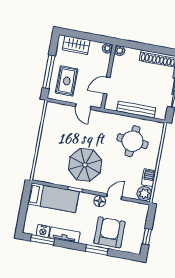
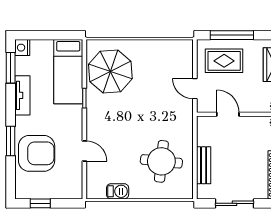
door: (83, 106) -> (195, 89), hinge flipped
bench: (136, 110) -> (204, 165), width x0.73
parasol: (85, 165) -> (110, 71), moved
plant: (144, 194) -> (96, 190), removed
floor lamp: (100, 201) -> (75, 133), removed
nightstand: (43, 231) -> (22, 48), moved

